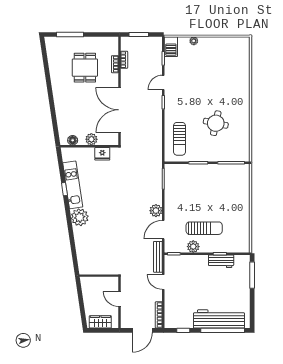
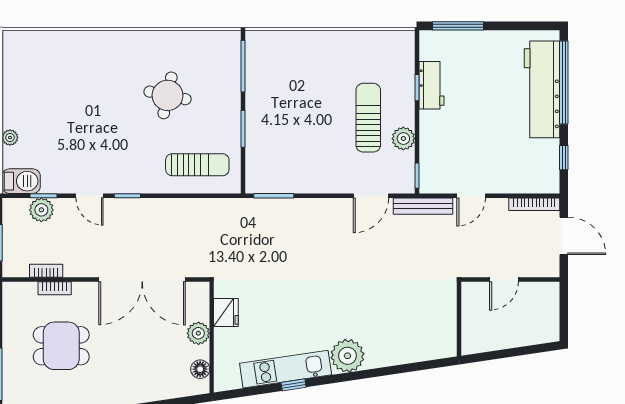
plant: (156, 211) -> (41, 210), moved
door: (163, 230) -> (371, 196), hinge flipped
wardrobe: (100, 322) -> (548, 316), removed

